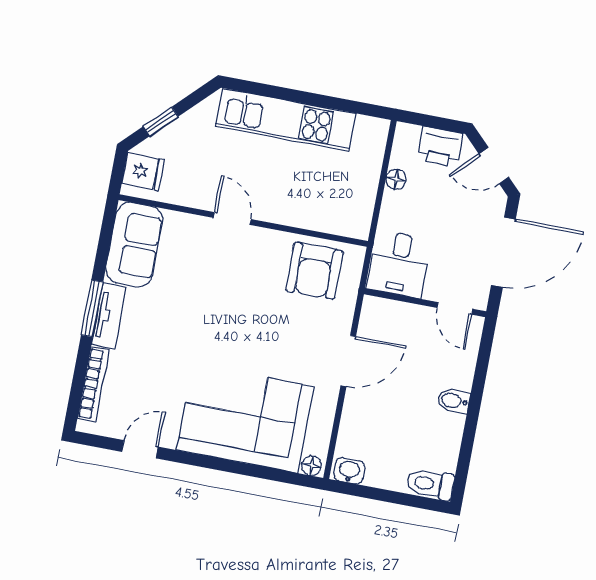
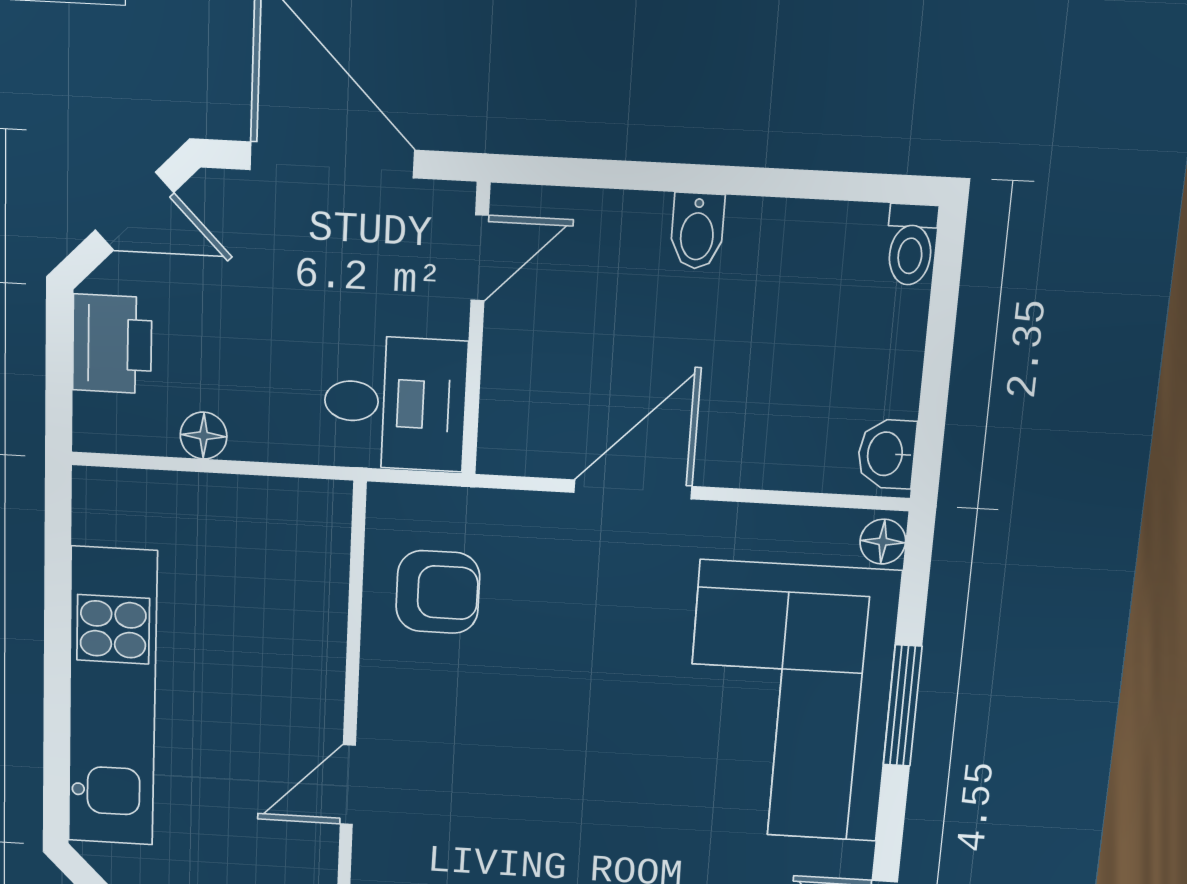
door: (494, 166) -> (134, 211), hinge flipped
armchair: (314, 271) -> (438, 592), width x0.72, depth x0.72
door: (348, 361) -> (633, 489), hinge flipped
window: (237, 468) -> (903, 706), added
toilet: (430, 484) -> (911, 245), width x0.73, depth x0.72

